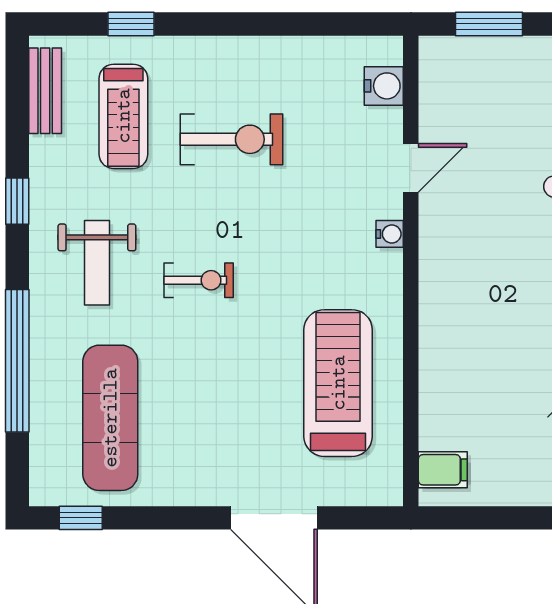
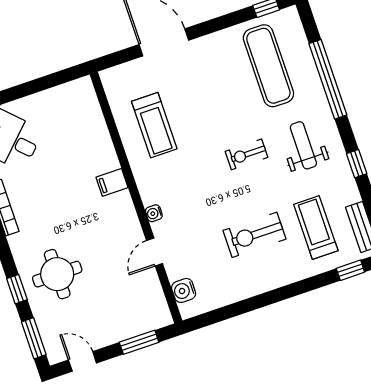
window: (131, 24) -> (350, 270), moved
treadmill: (338, 383) -> (154, 125), width x0.73, depth x0.73
filing cabinet: (443, 470) -> (112, 182), moved

